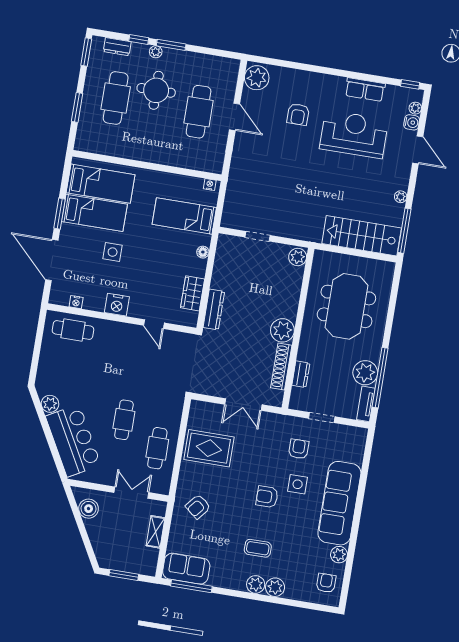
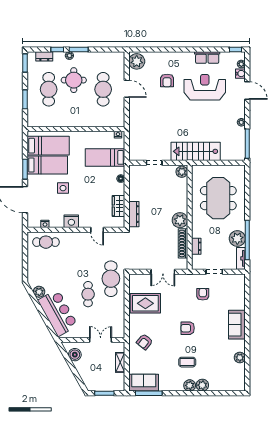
stairs: (362, 236) -> (196, 151), moved
cafe table: (157, 448) -> (111, 279), moved, width x1.37, depth x1.35
side table: (298, 484) -> (206, 317), removed
sofa: (339, 503) -> (237, 325), width x0.54, depth x0.79
armchair: (326, 583) -> (234, 377), removed

